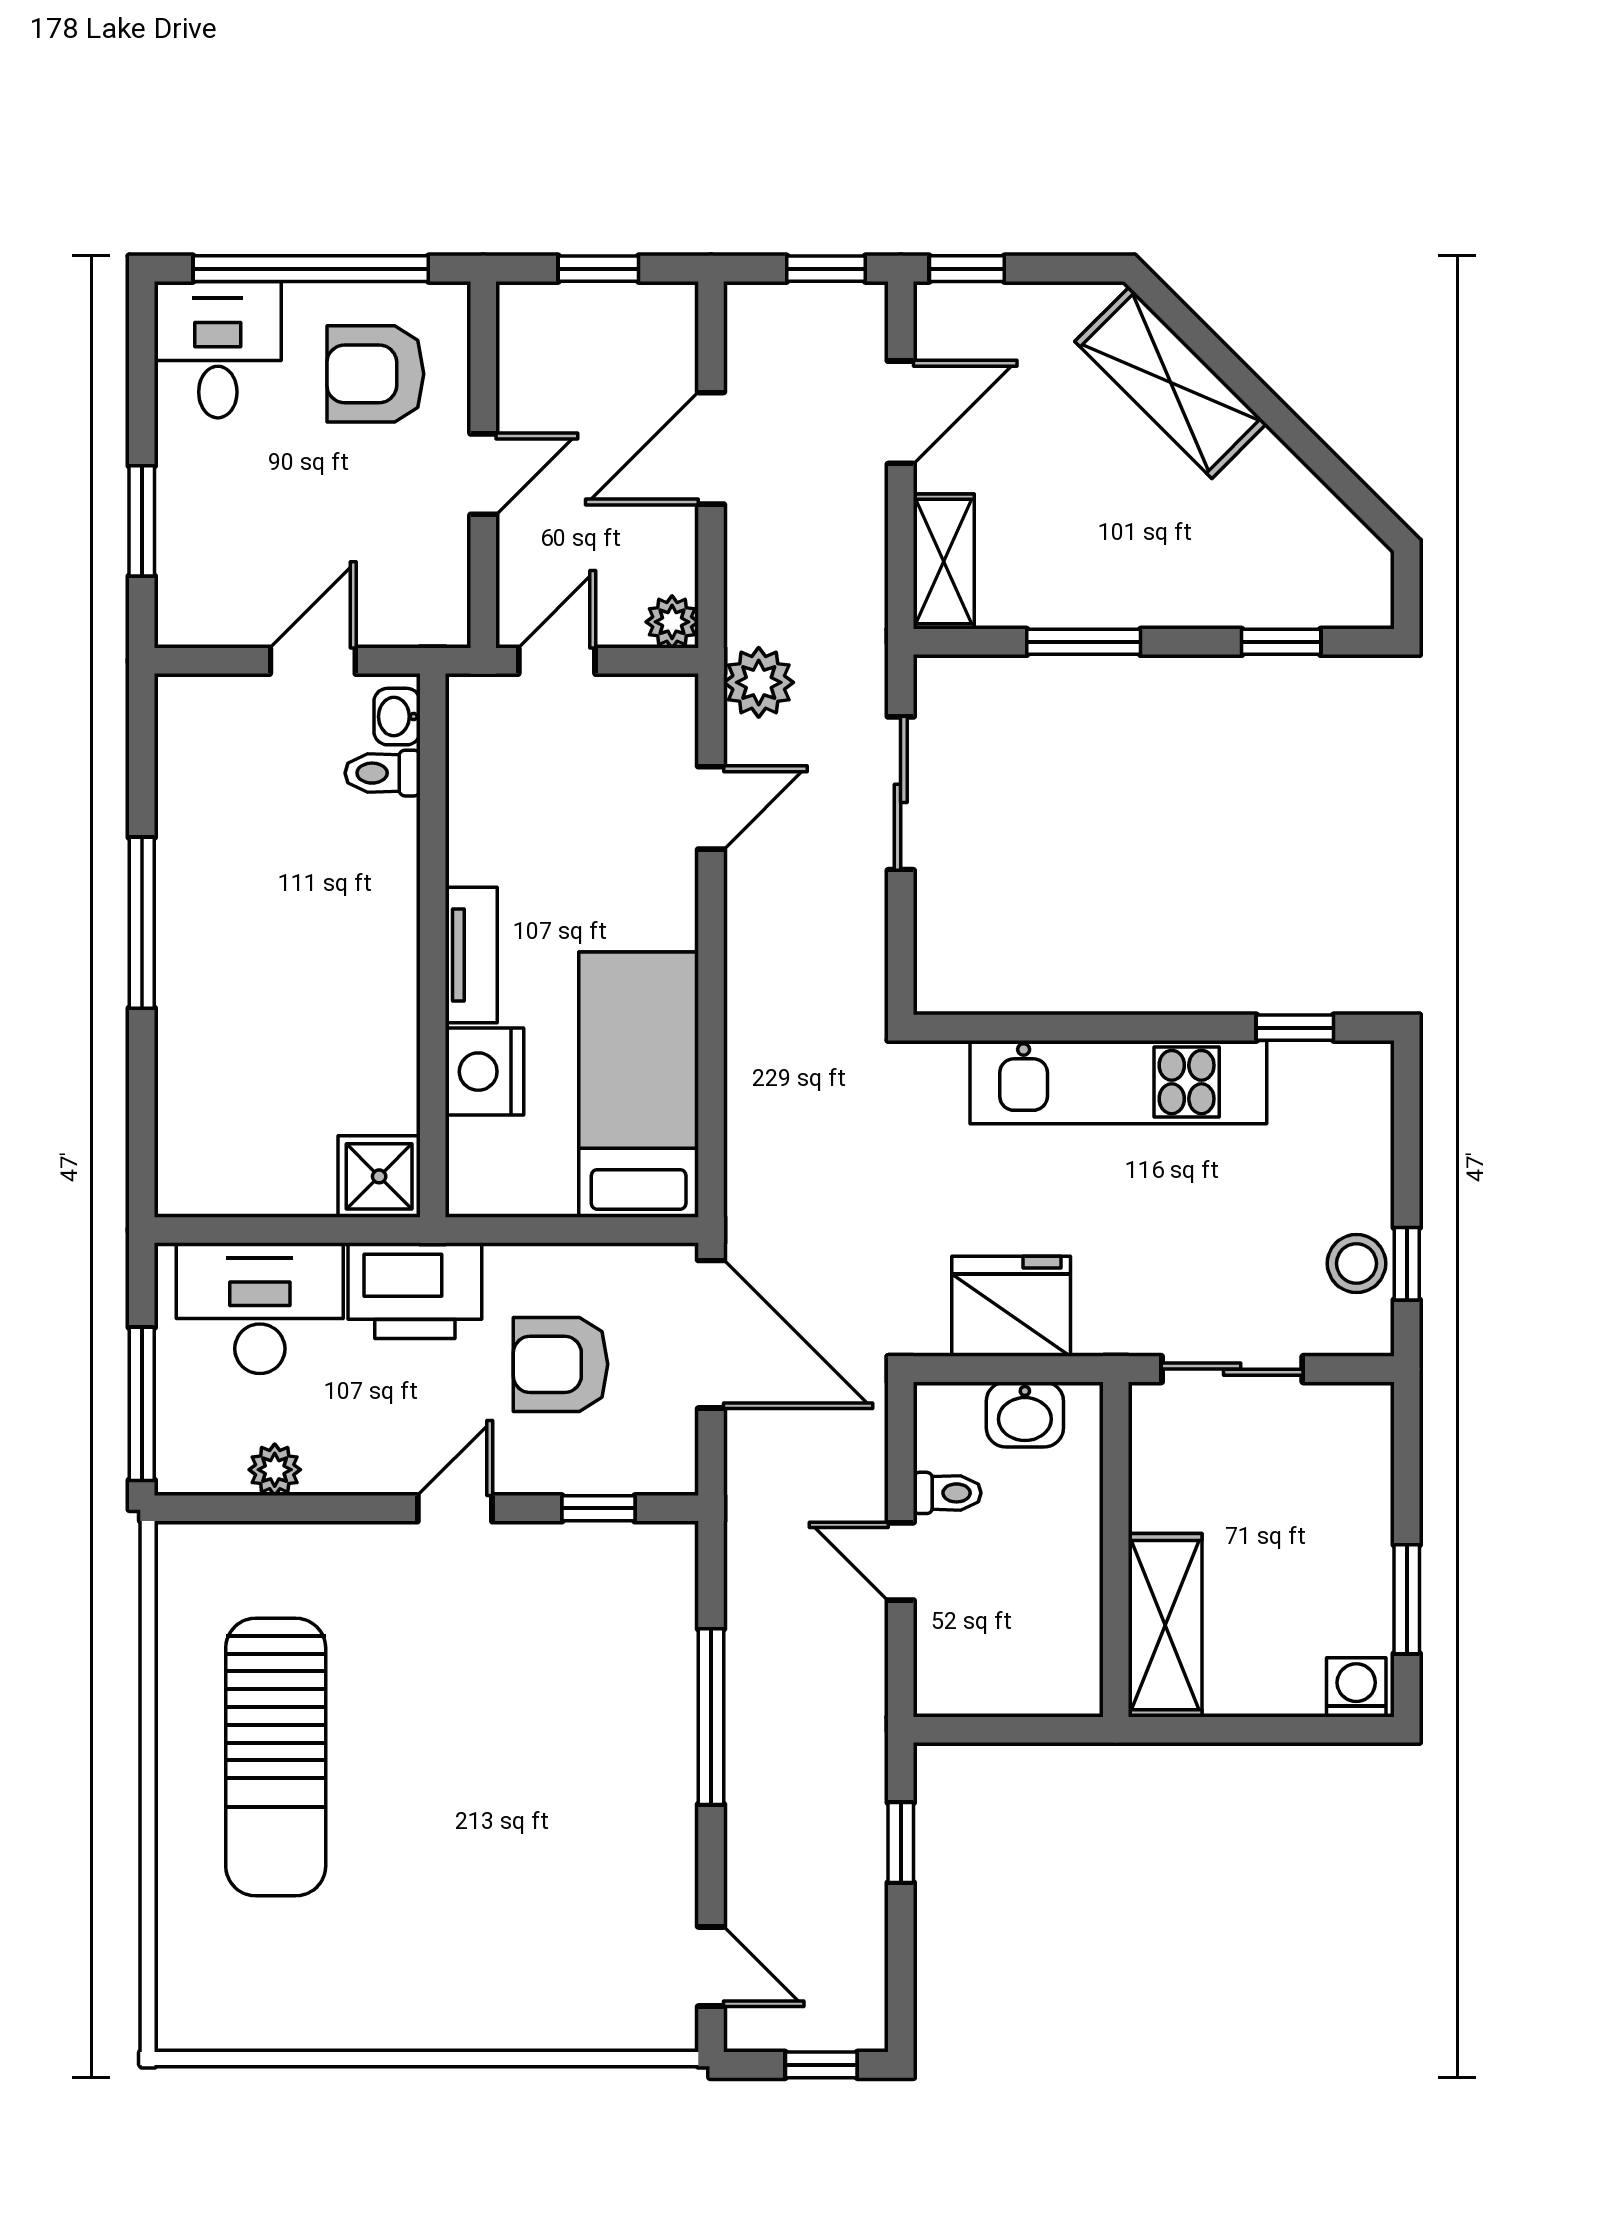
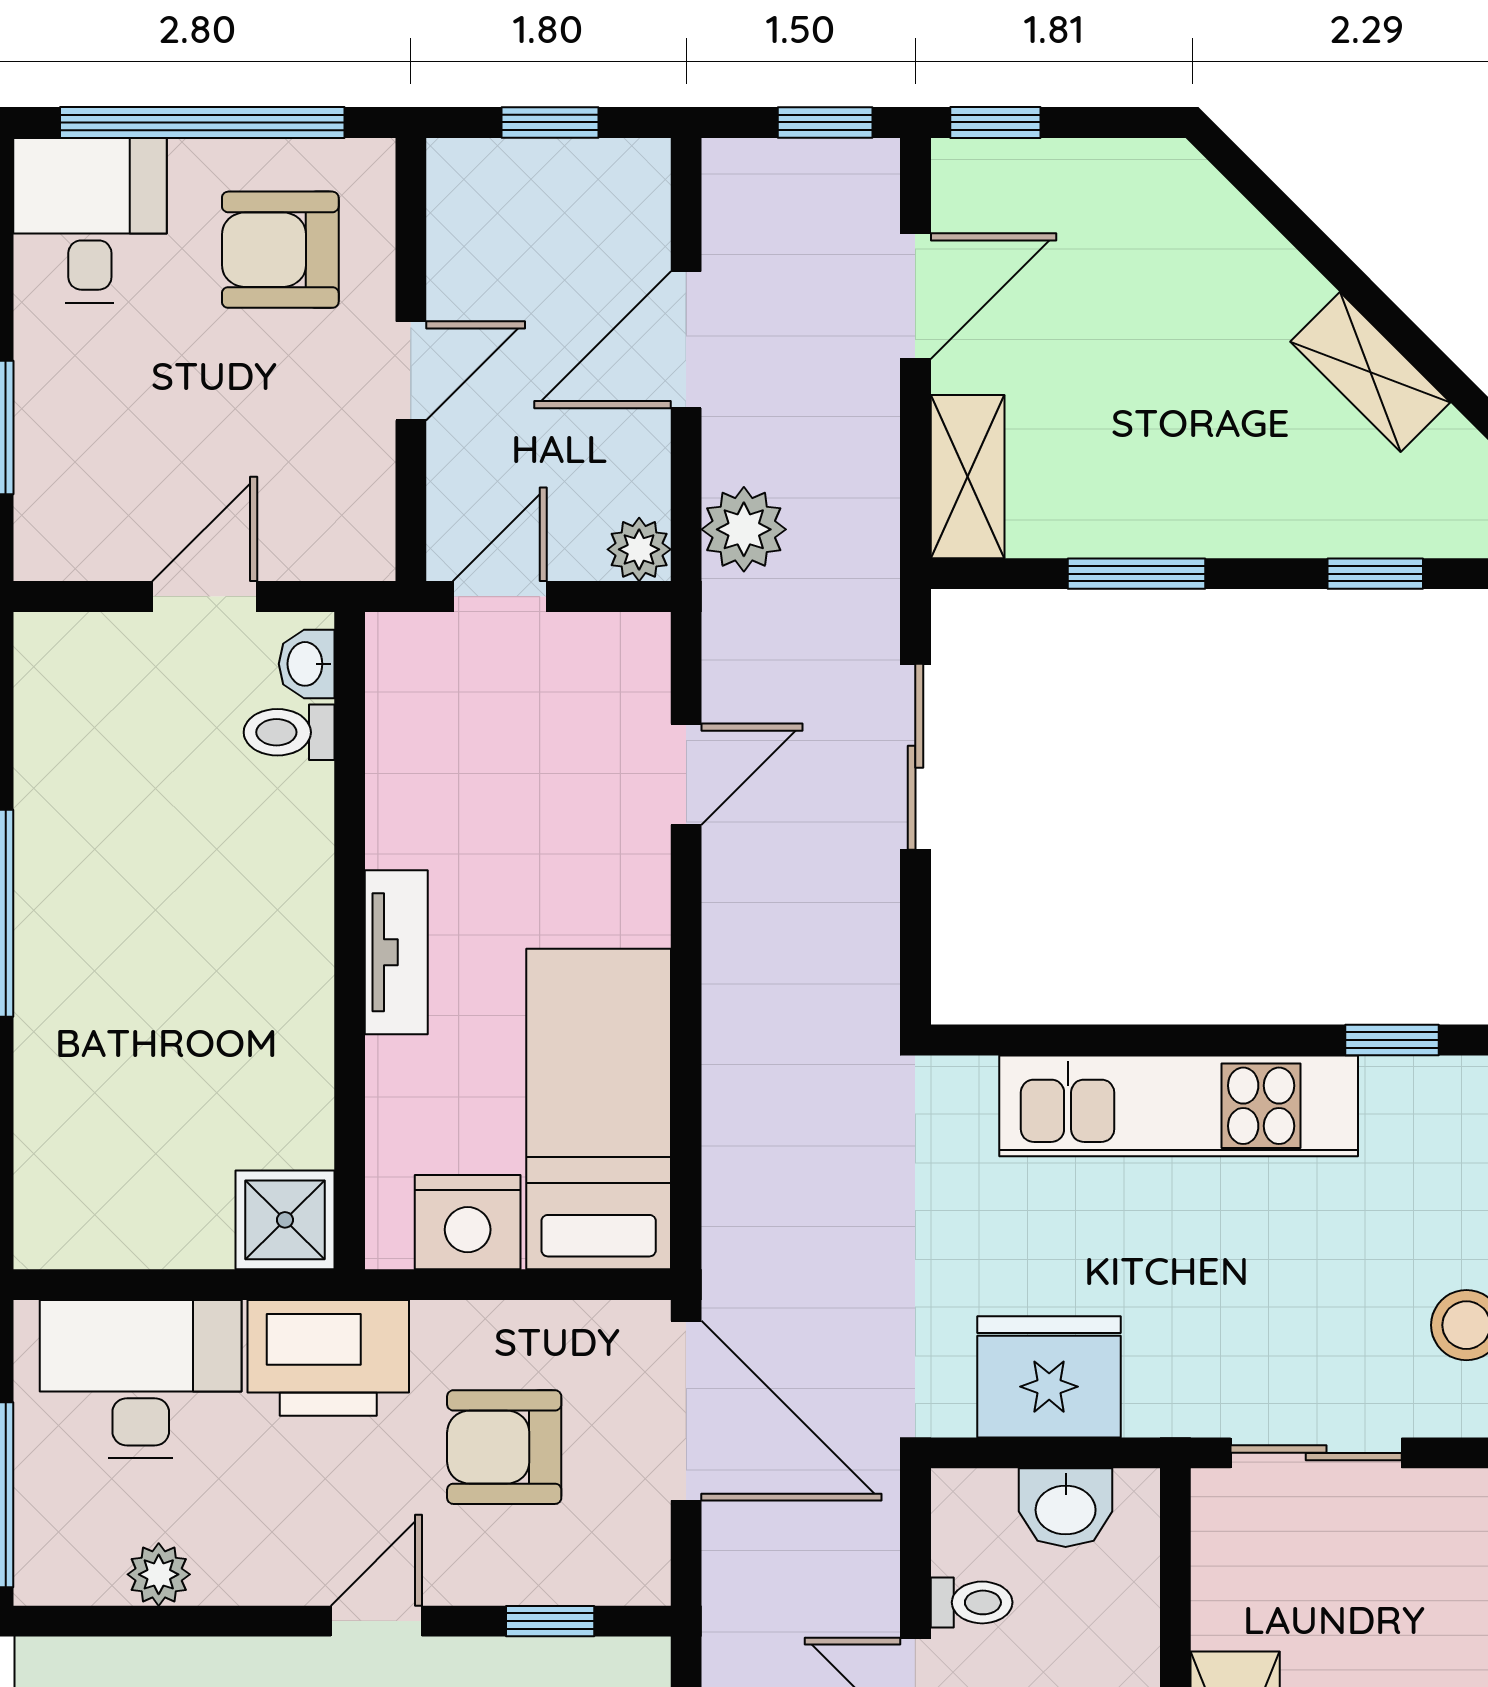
shelving: (1171, 383) -> (1370, 372), moved, width x0.67, depth x0.75
plant: (759, 682) -> (744, 529), moved
nightstand: (484, 1072) -> (468, 1222), moved, turned -90

